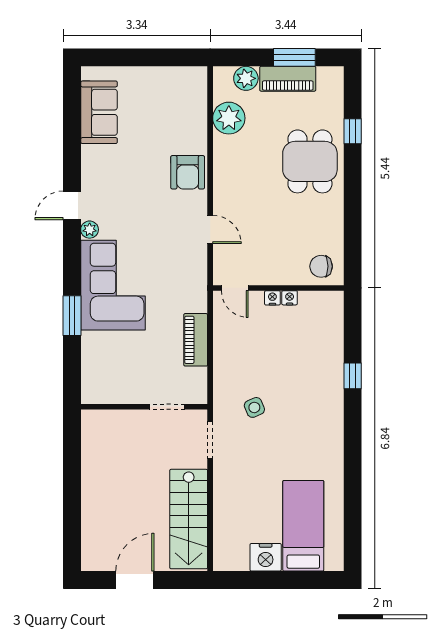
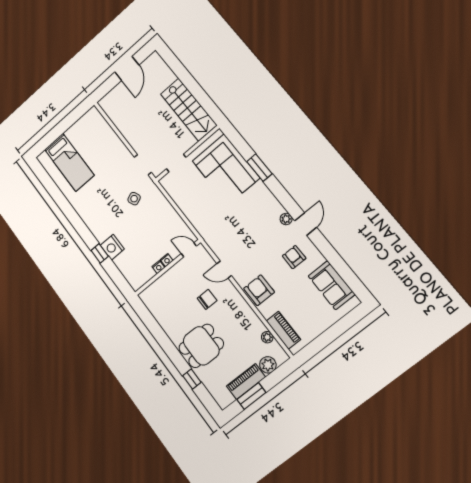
plant: (229, 118) -> (267, 337), width x0.53, depth x0.53
dining table: (310, 161) -> (201, 346), turned 90
armchair: (116, 178) -> (294, 257), added
chair: (321, 266) -> (207, 299), moved
corner sofa: (113, 285) -> (226, 169), moved
piano: (196, 340) -> (283, 330), moved
stairs: (189, 519) -> (189, 110), moved, turned 180
nightstand: (266, 557) -> (112, 247), moved, turned -90

